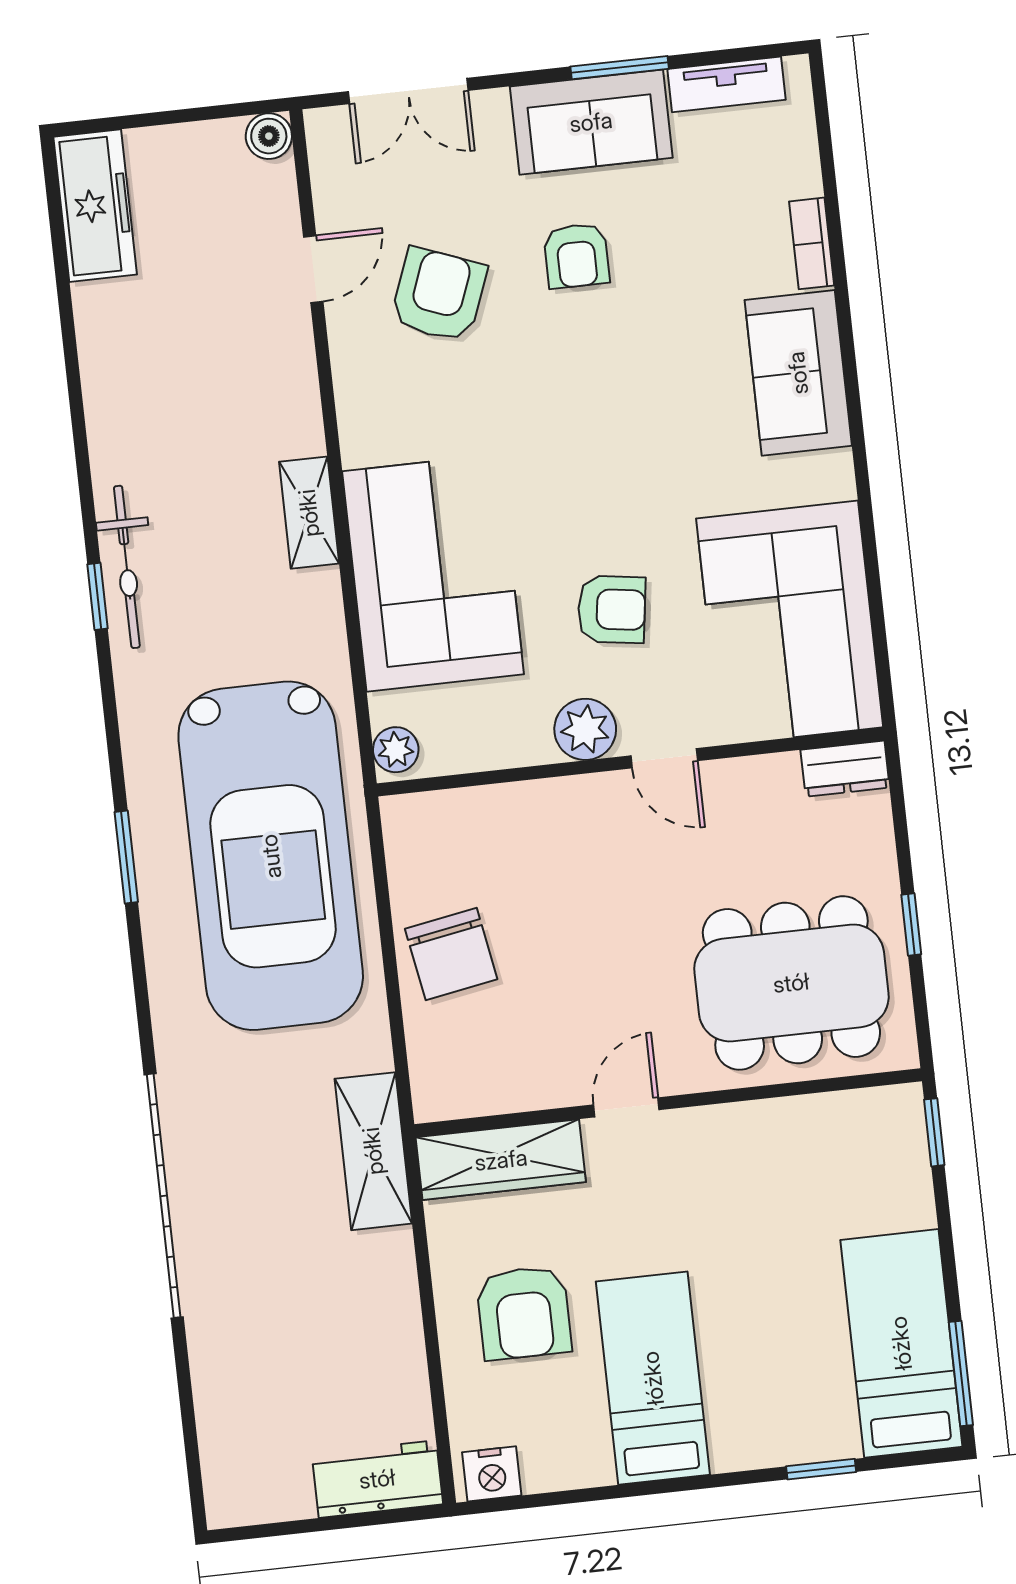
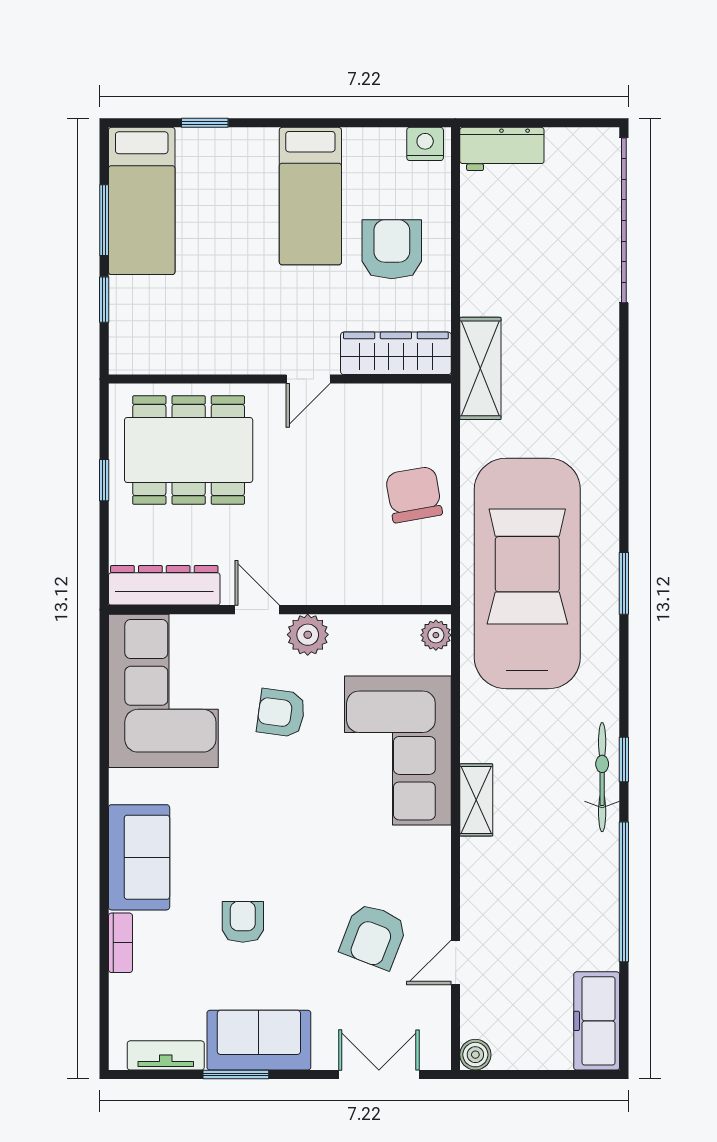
armchair: (576, 256) -> (243, 922), moved
window: (76, 401) -> (624, 892), added
dresser: (845, 769) -> (164, 585), width x1.96, depth x1.24
window: (934, 1132) -> (104, 300), moved
garage door: (164, 1196) -> (624, 220), moved
window: (961, 1374) -> (104, 220), moved

